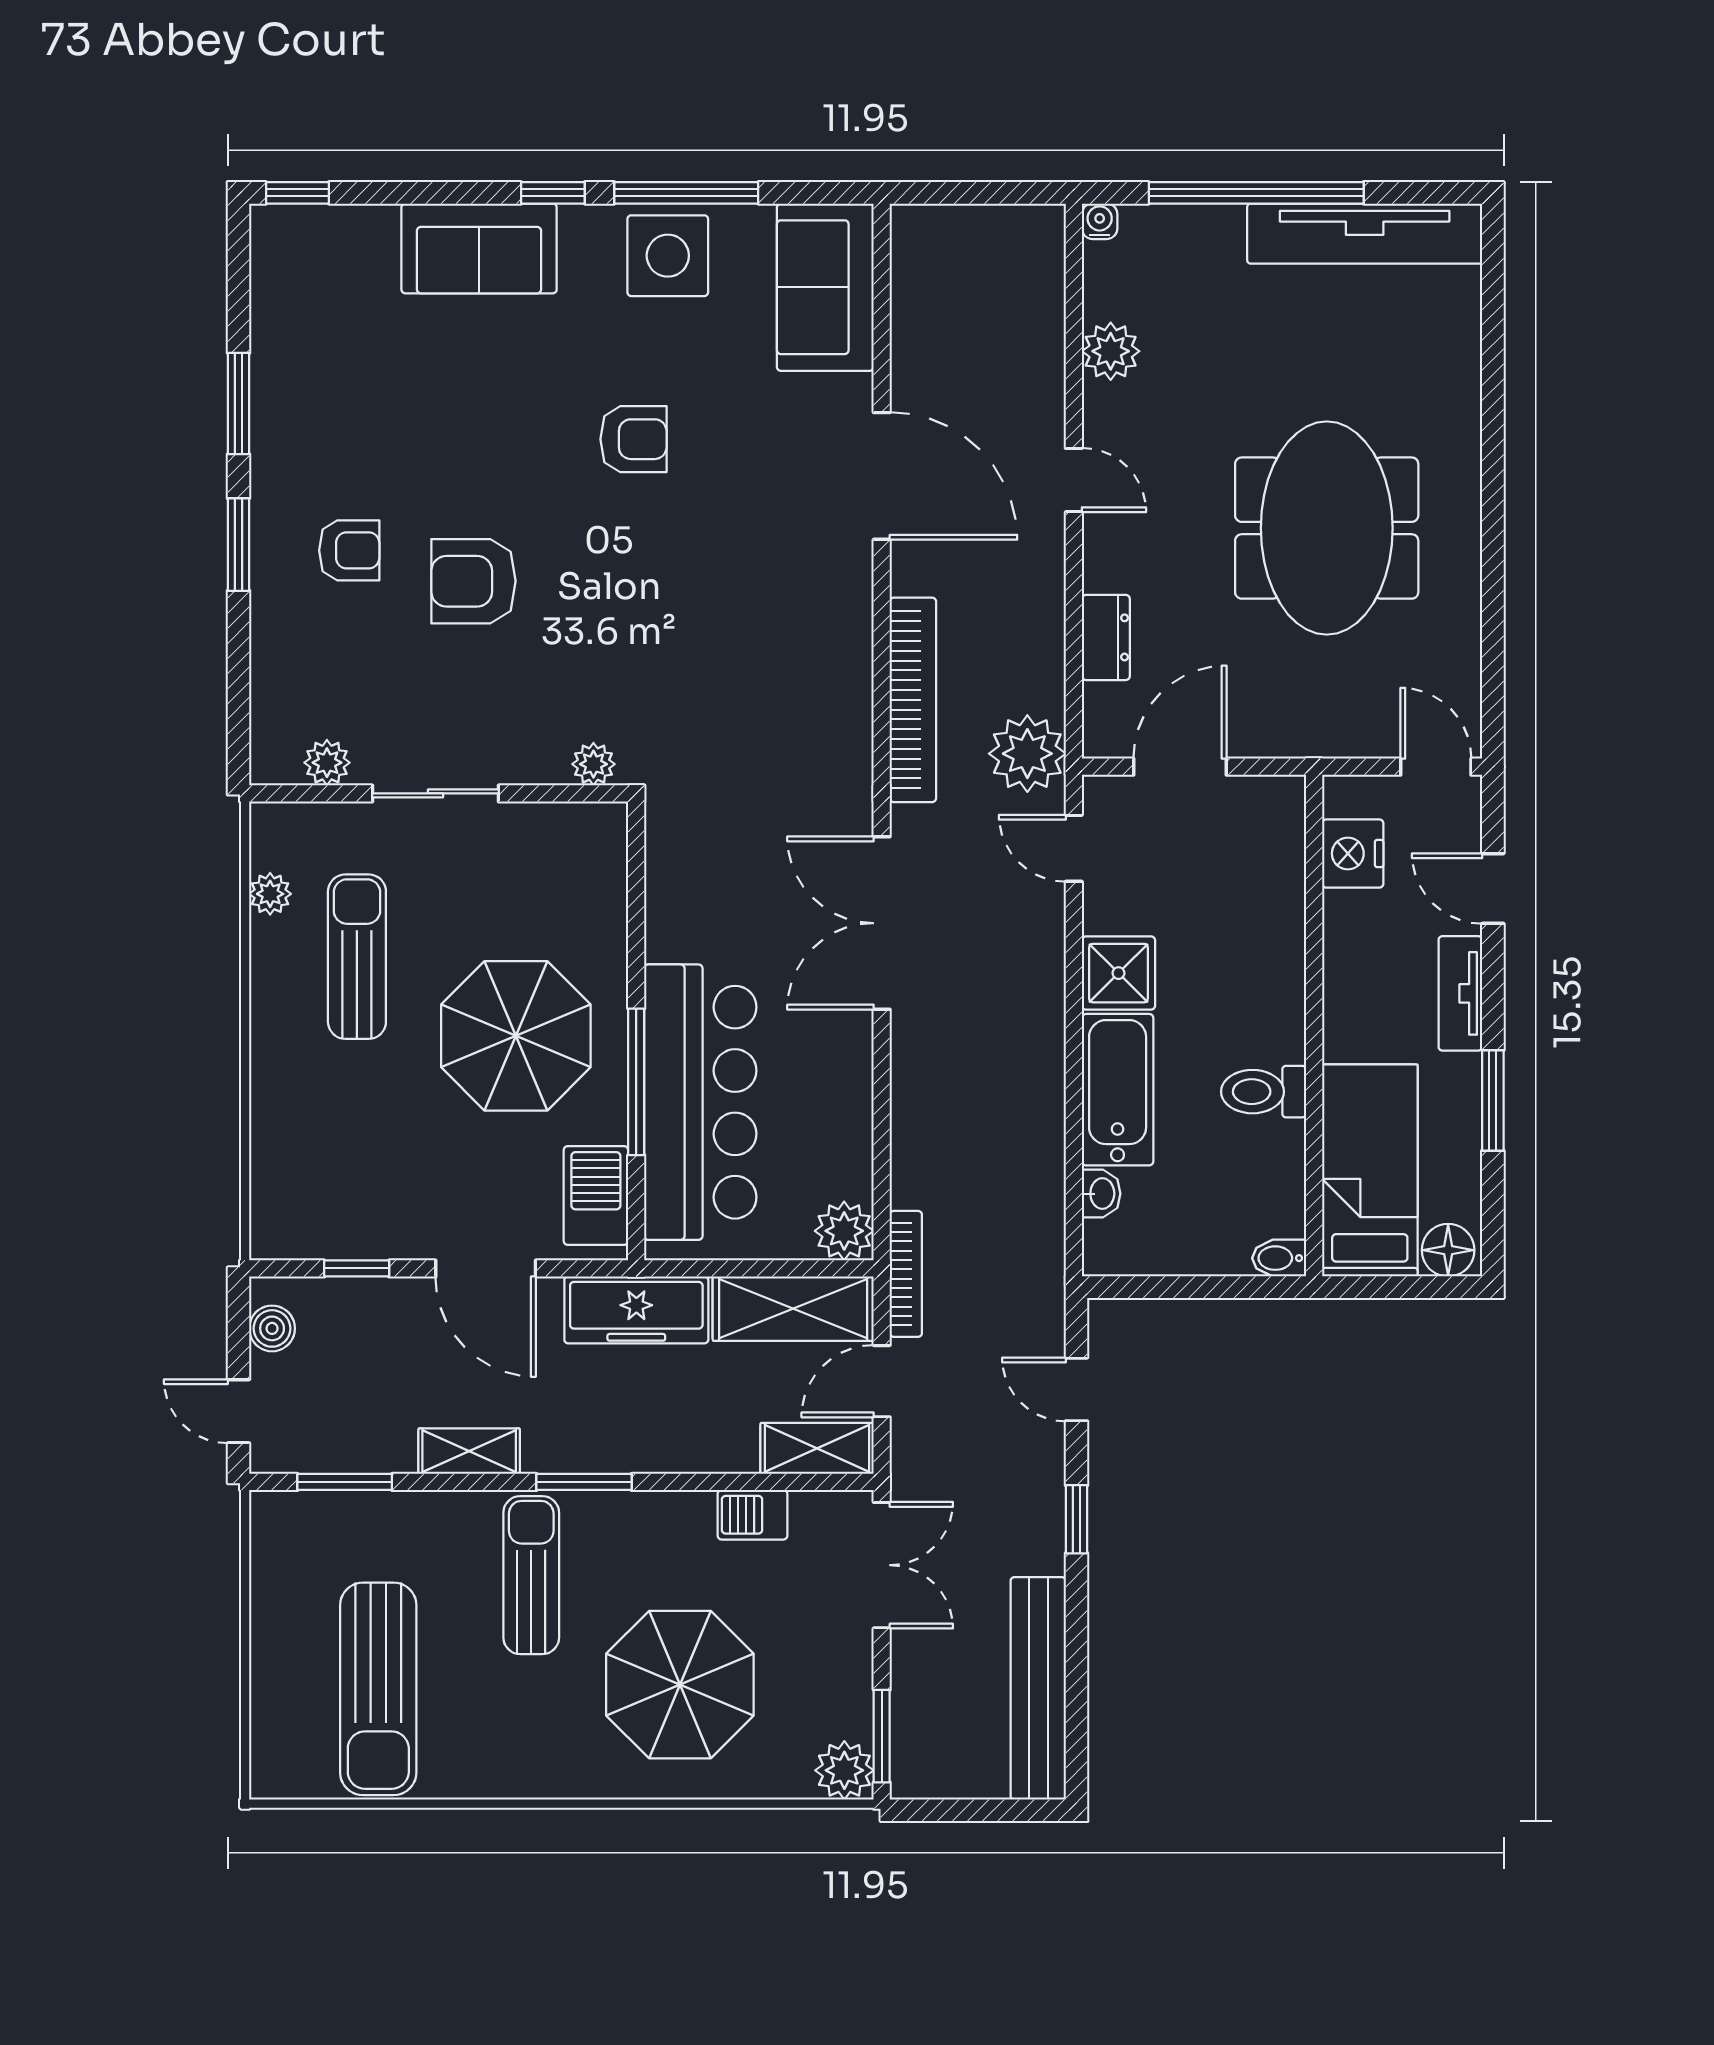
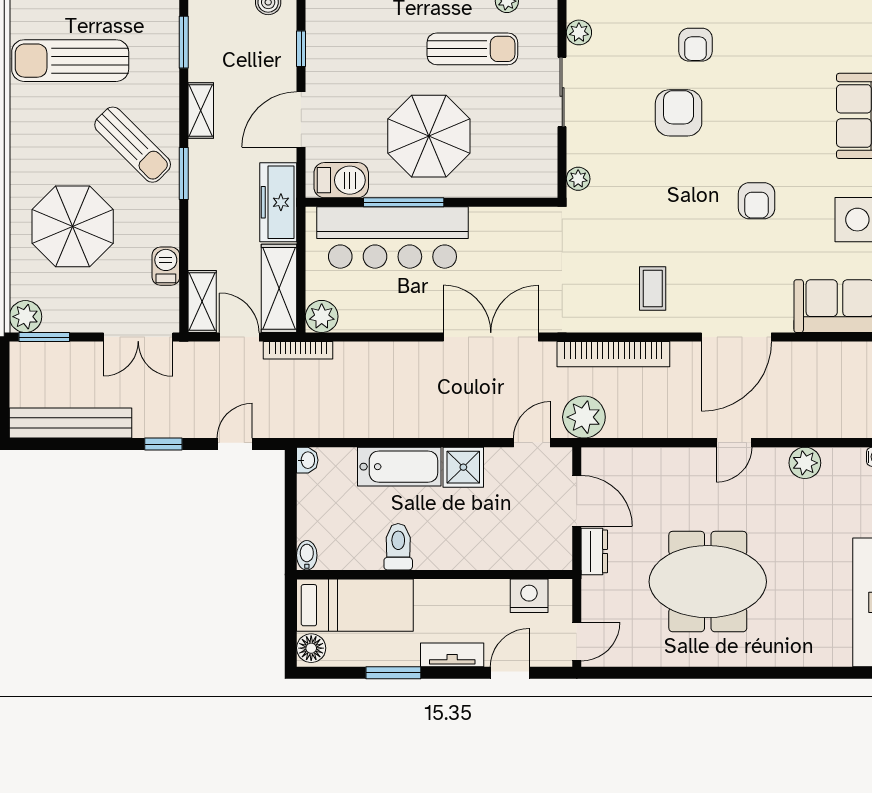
coffee table: (793, 628) -> (653, 289), added
dresser: (1106, 637) -> (594, 551), moved, turned -90
washbasin: (1101, 1194) -> (307, 460), moved, turned -90
sun lounger: (531, 1575) -> (133, 145), turned 45

